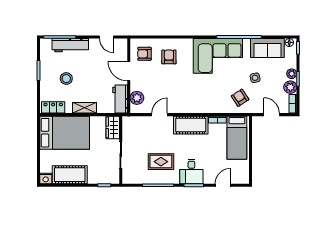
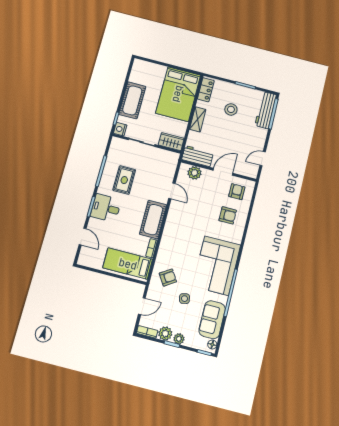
workbench: (70, 45) -> (266, 110), moved
cot: (70, 175) -> (132, 100), moved
nightstand: (46, 179) -> (120, 129), moved

